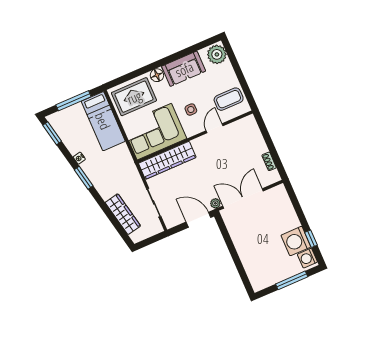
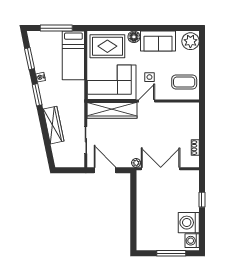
door: (214, 128) -> (147, 101), moved
window: (52, 133) -> (30, 59), moved
wardrobe: (123, 214) -> (53, 125), moved
door: (198, 220) -> (105, 170), moved
window: (311, 239) -> (202, 200), moved

